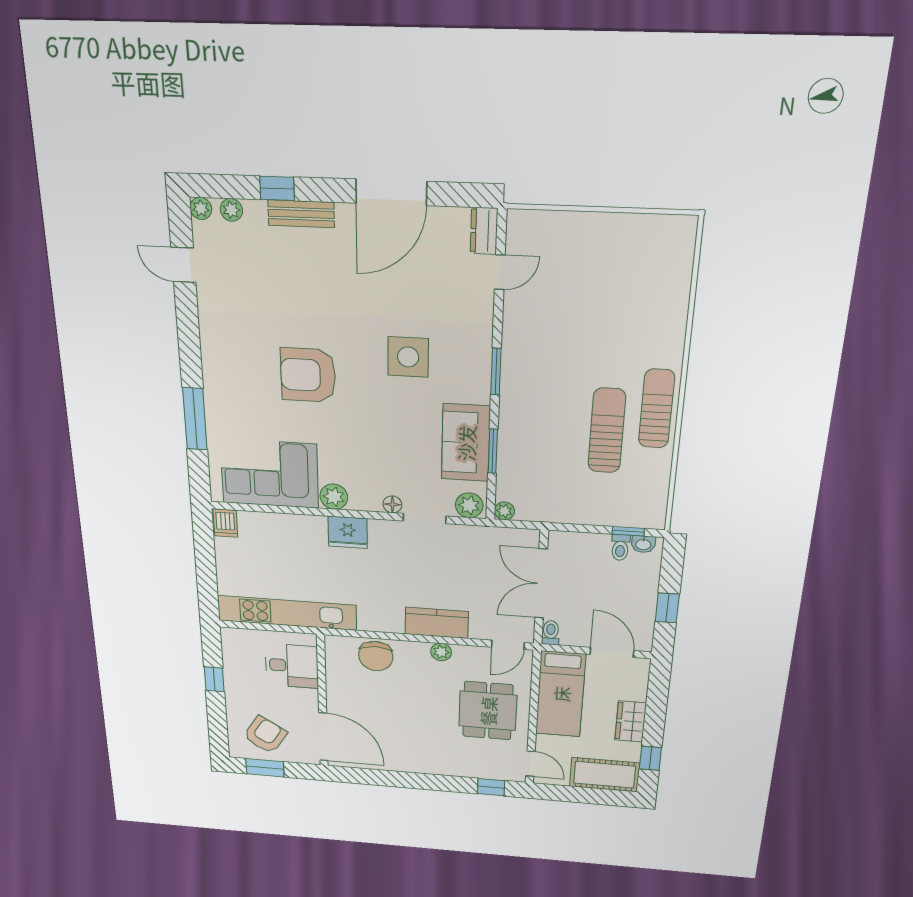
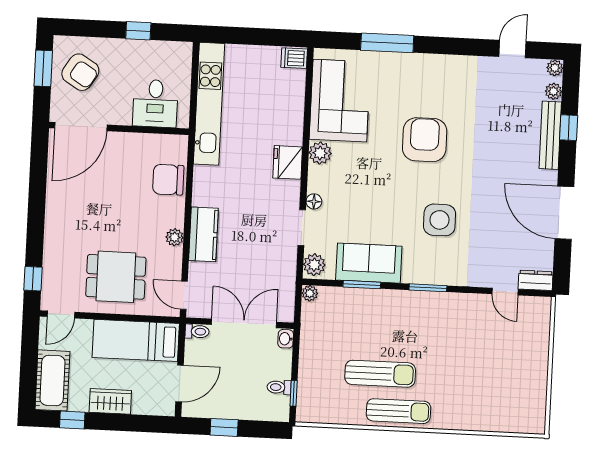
bench: (301, 214) -> (550, 135), width x1.36
washbasin: (643, 544) -> (286, 339), moved

